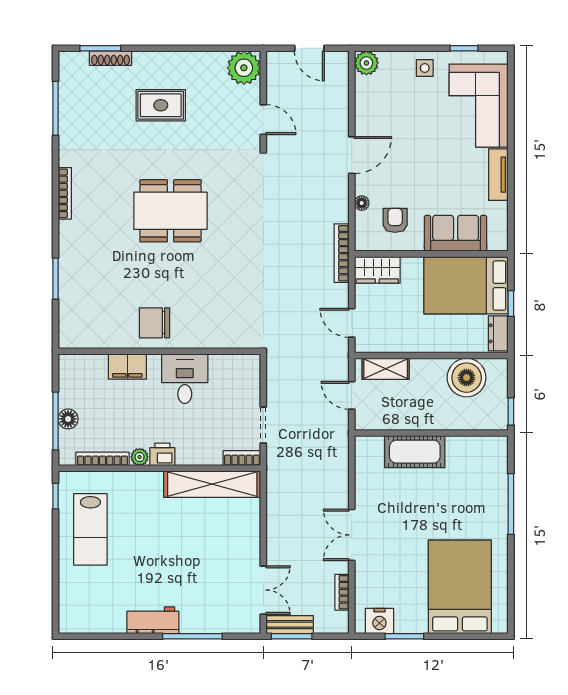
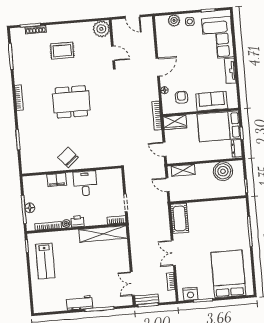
plant: (366, 63) -> (174, 20), moved
chair: (155, 323) -> (68, 157), turned 50
cot: (415, 452) -> (180, 218), moved, turned 90
double door: (263, 590) -> (132, 284), swing flipped

